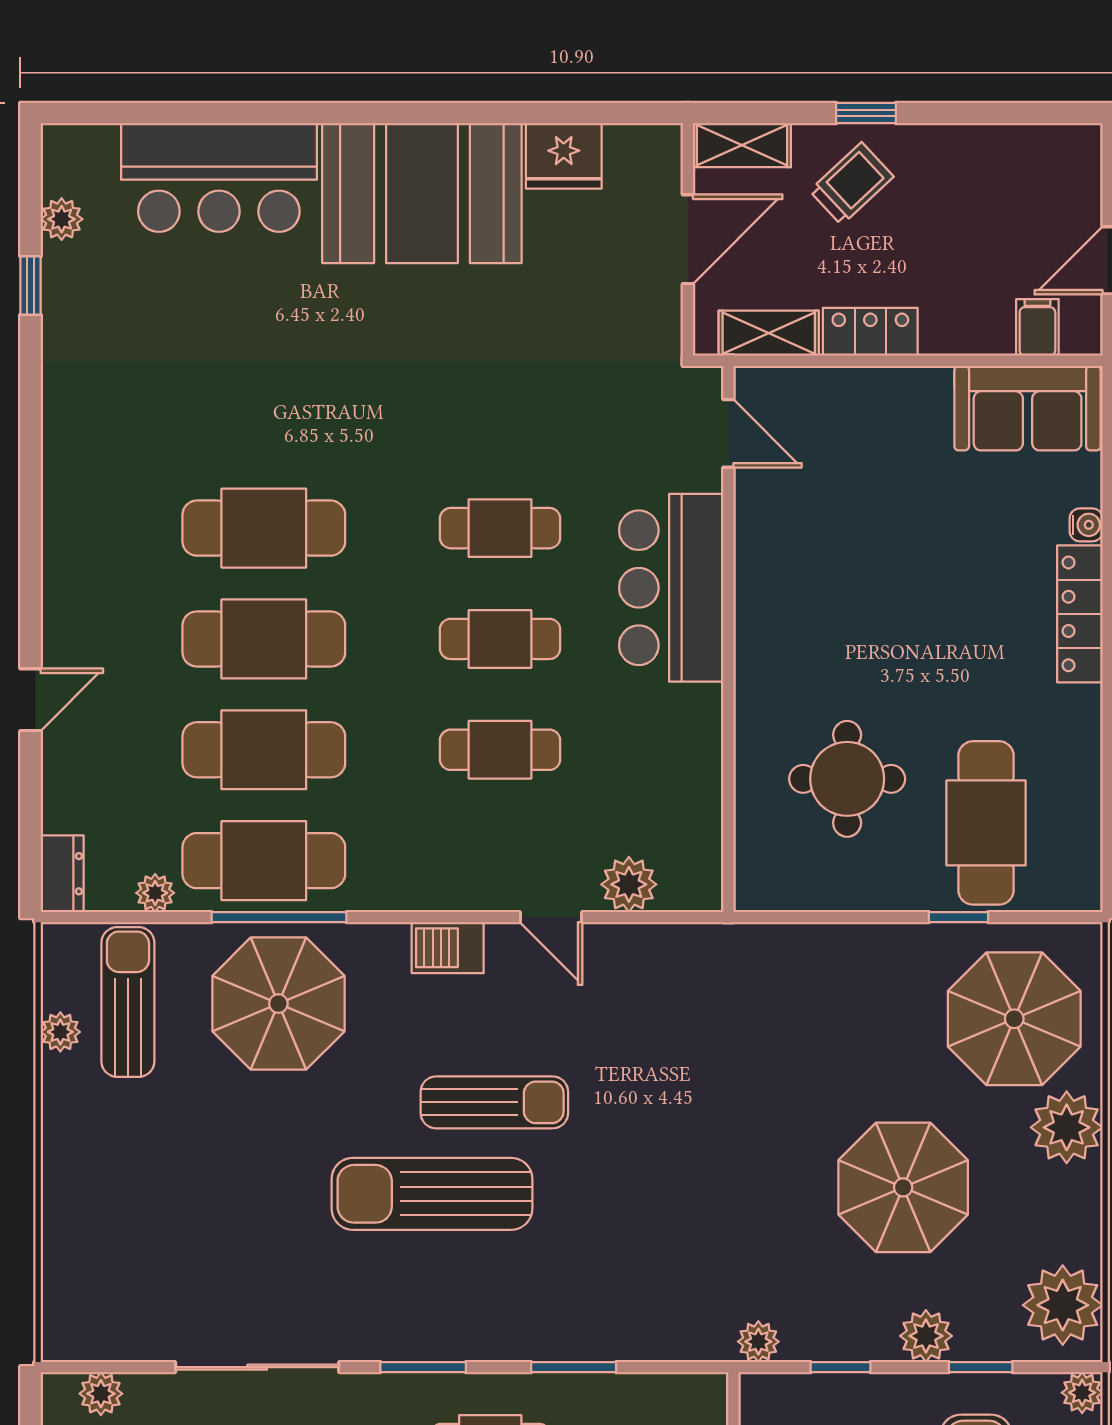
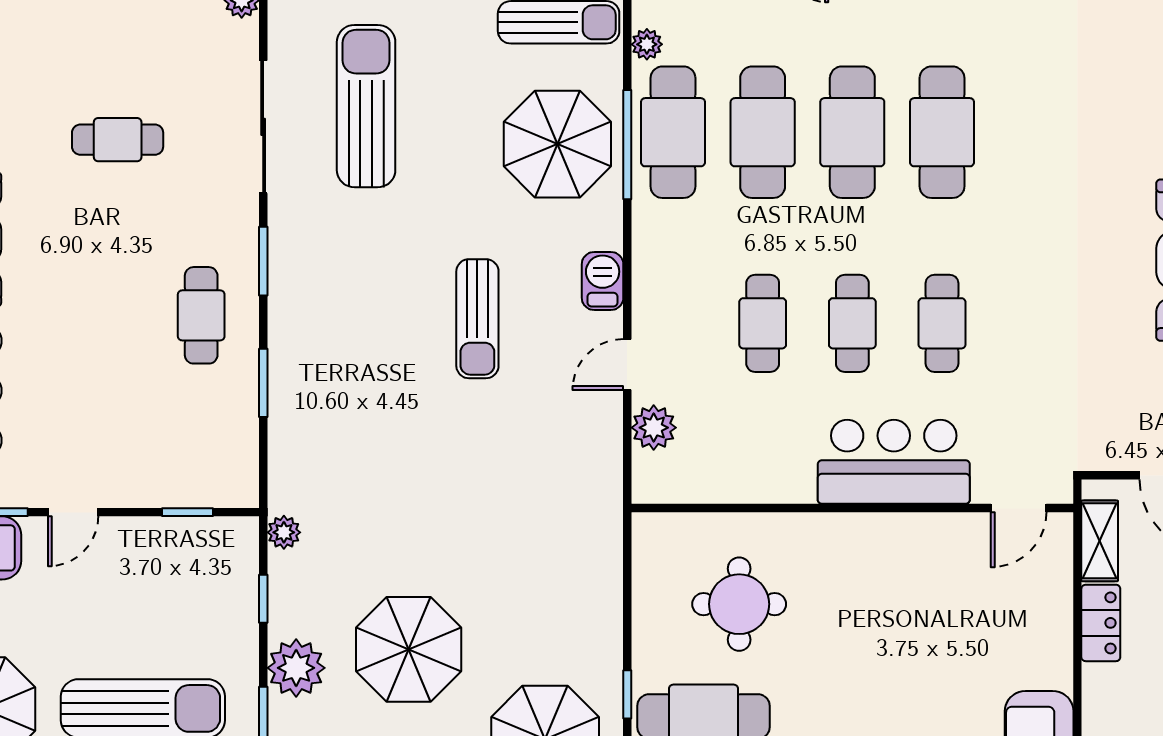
sun lounger: (432, 1194) -> (366, 106), moved
plant: (926, 1336) -> (296, 668), width x1.36, depth x1.36

